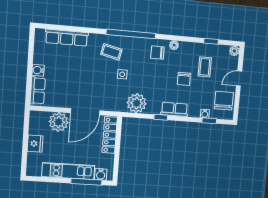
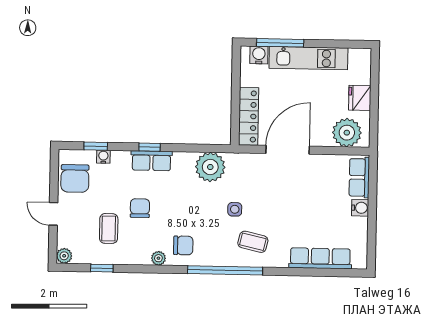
door: (239, 79) -> (53, 214), swing flipped
window: (161, 117) -> (150, 147), moved
plant: (59, 122) -> (347, 133), moved

